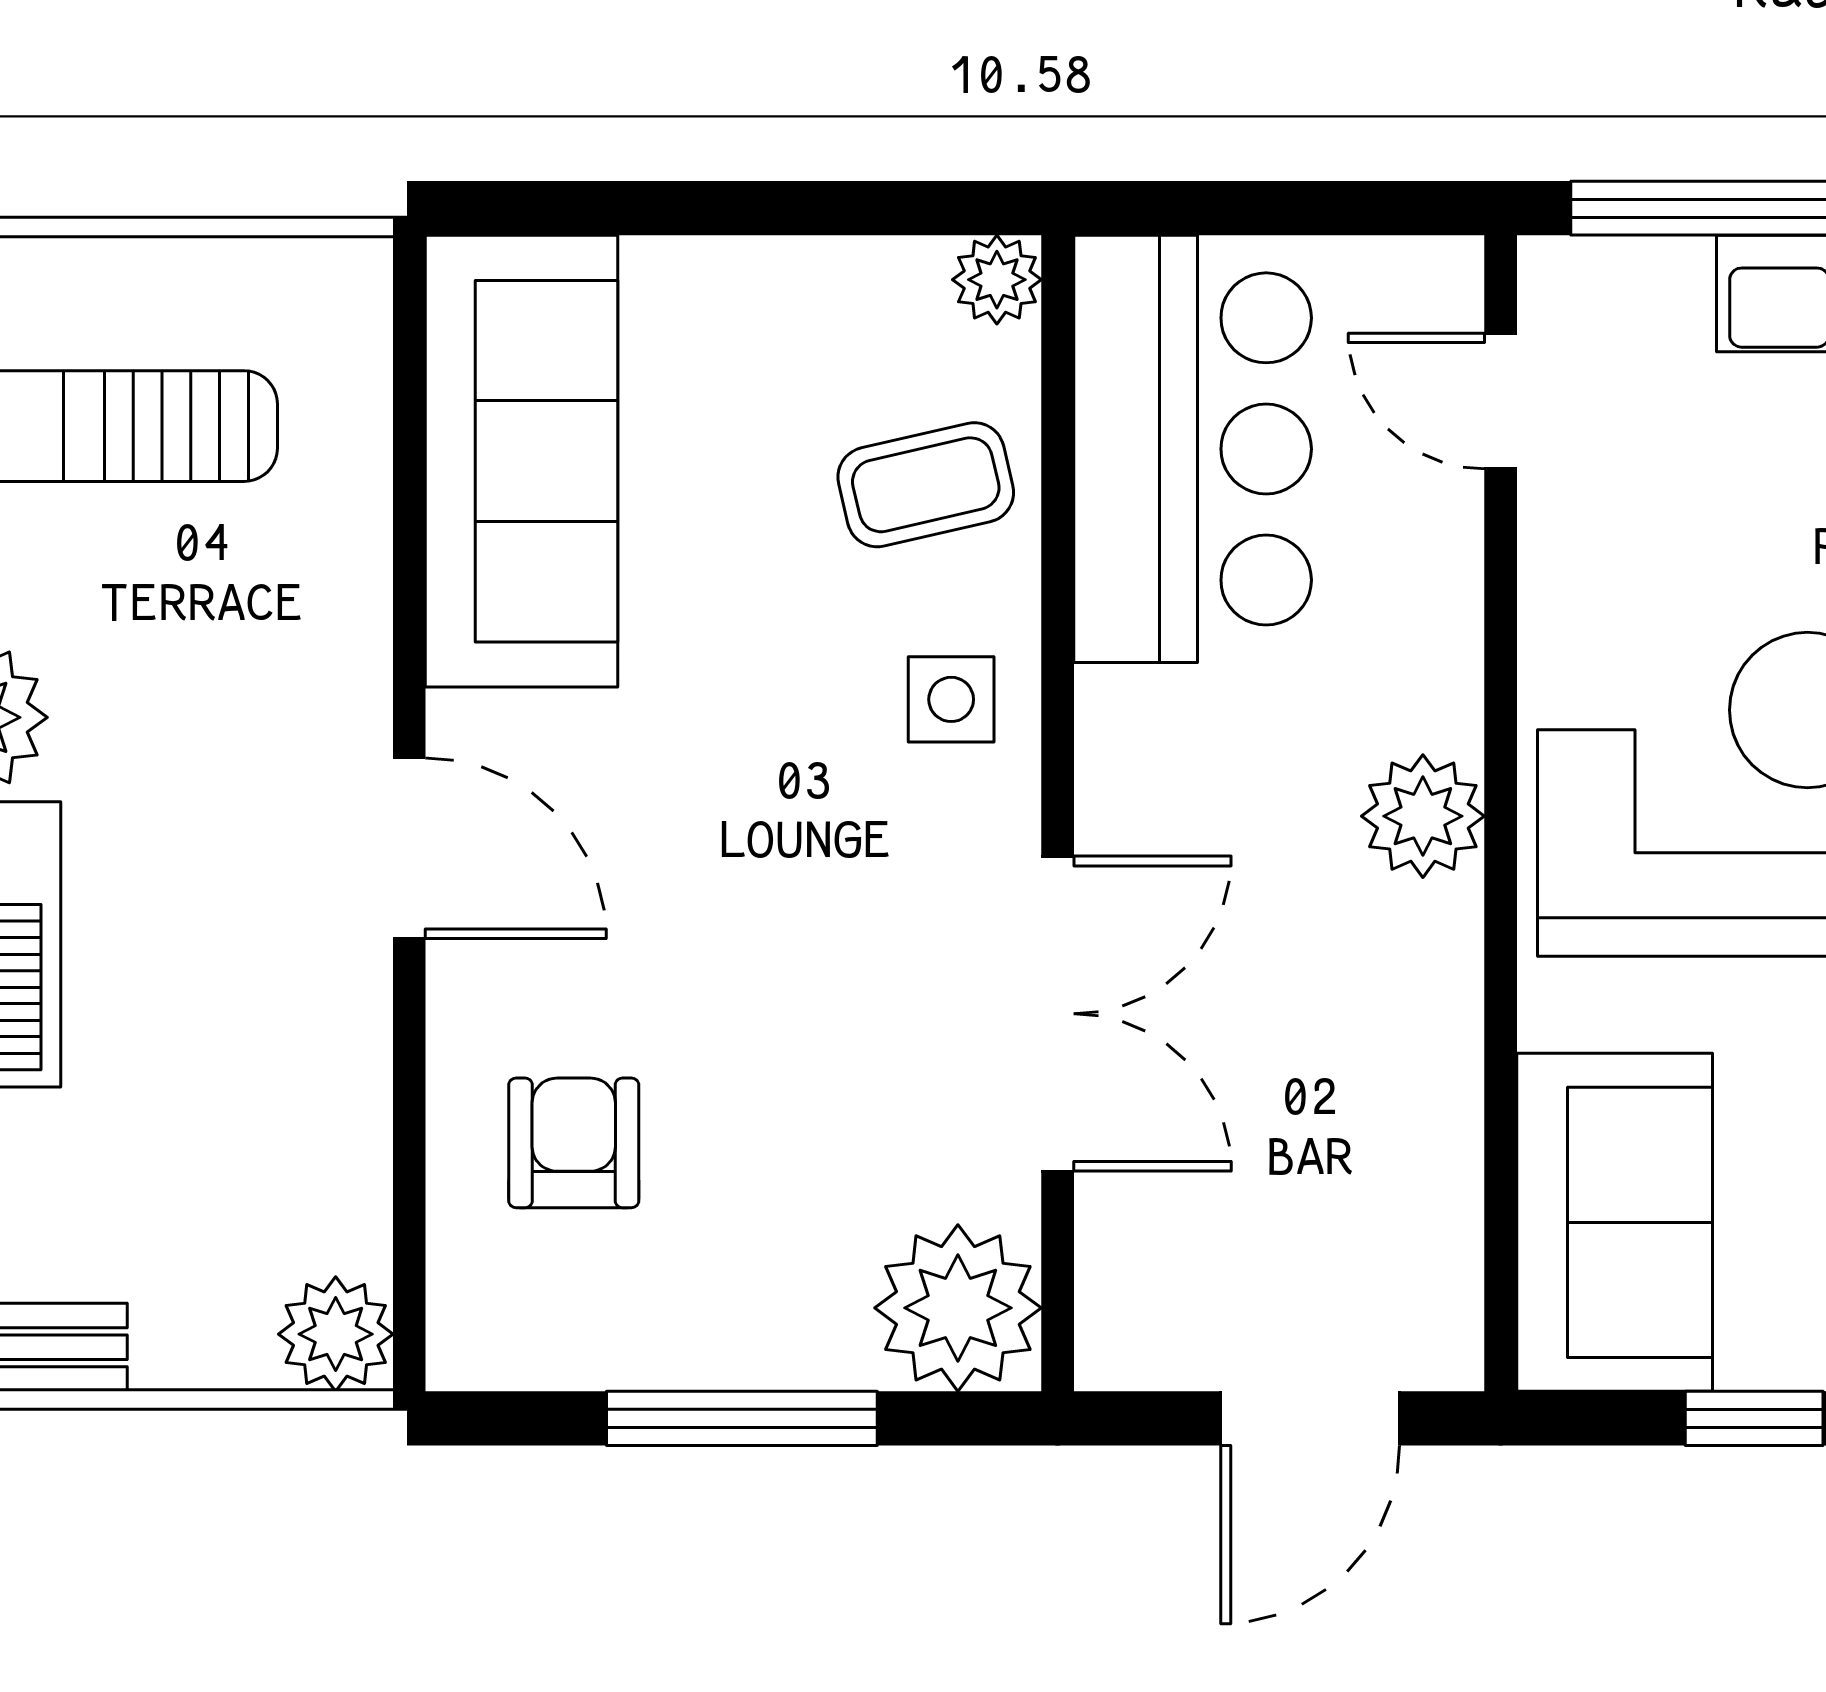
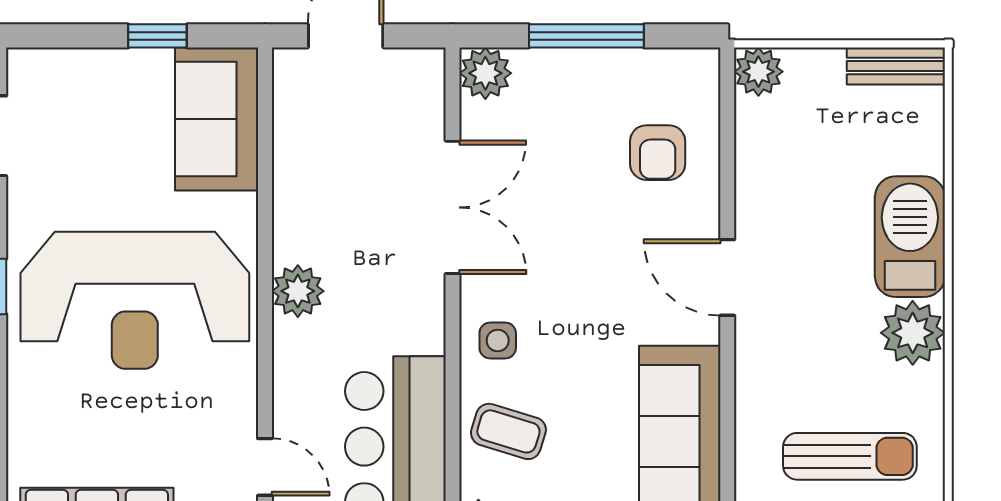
coffee table: (926, 485) -> (508, 431), turned 30
double door: (1058, 1014) -> (453, 207), swing flipped
plant: (958, 1308) -> (485, 73), width x0.73, depth x0.73

